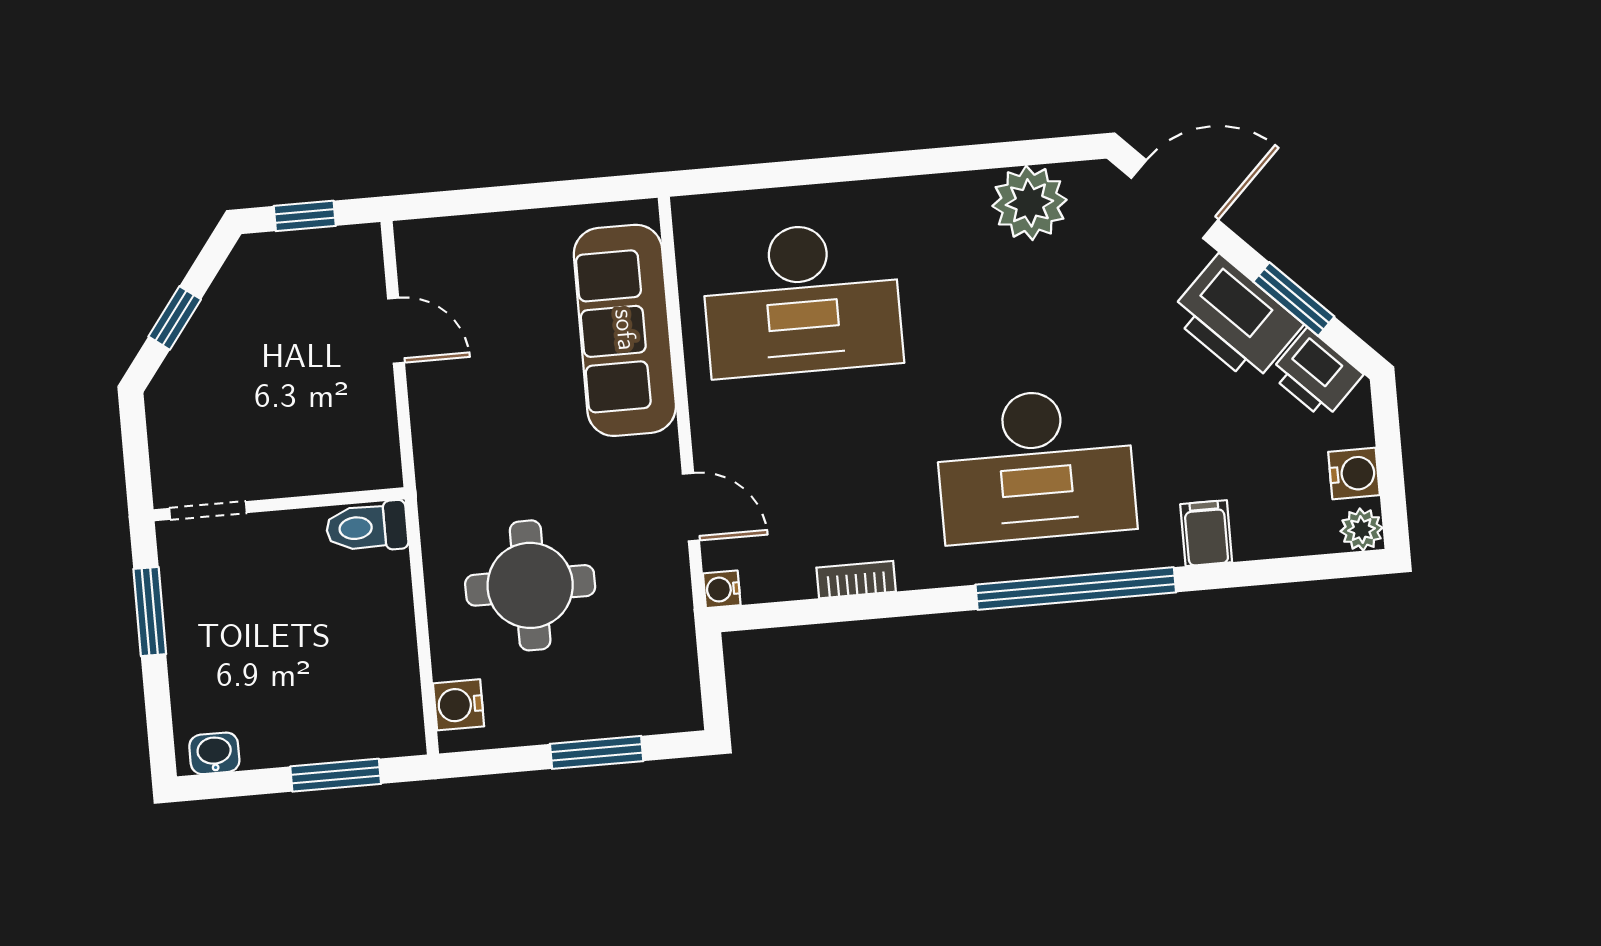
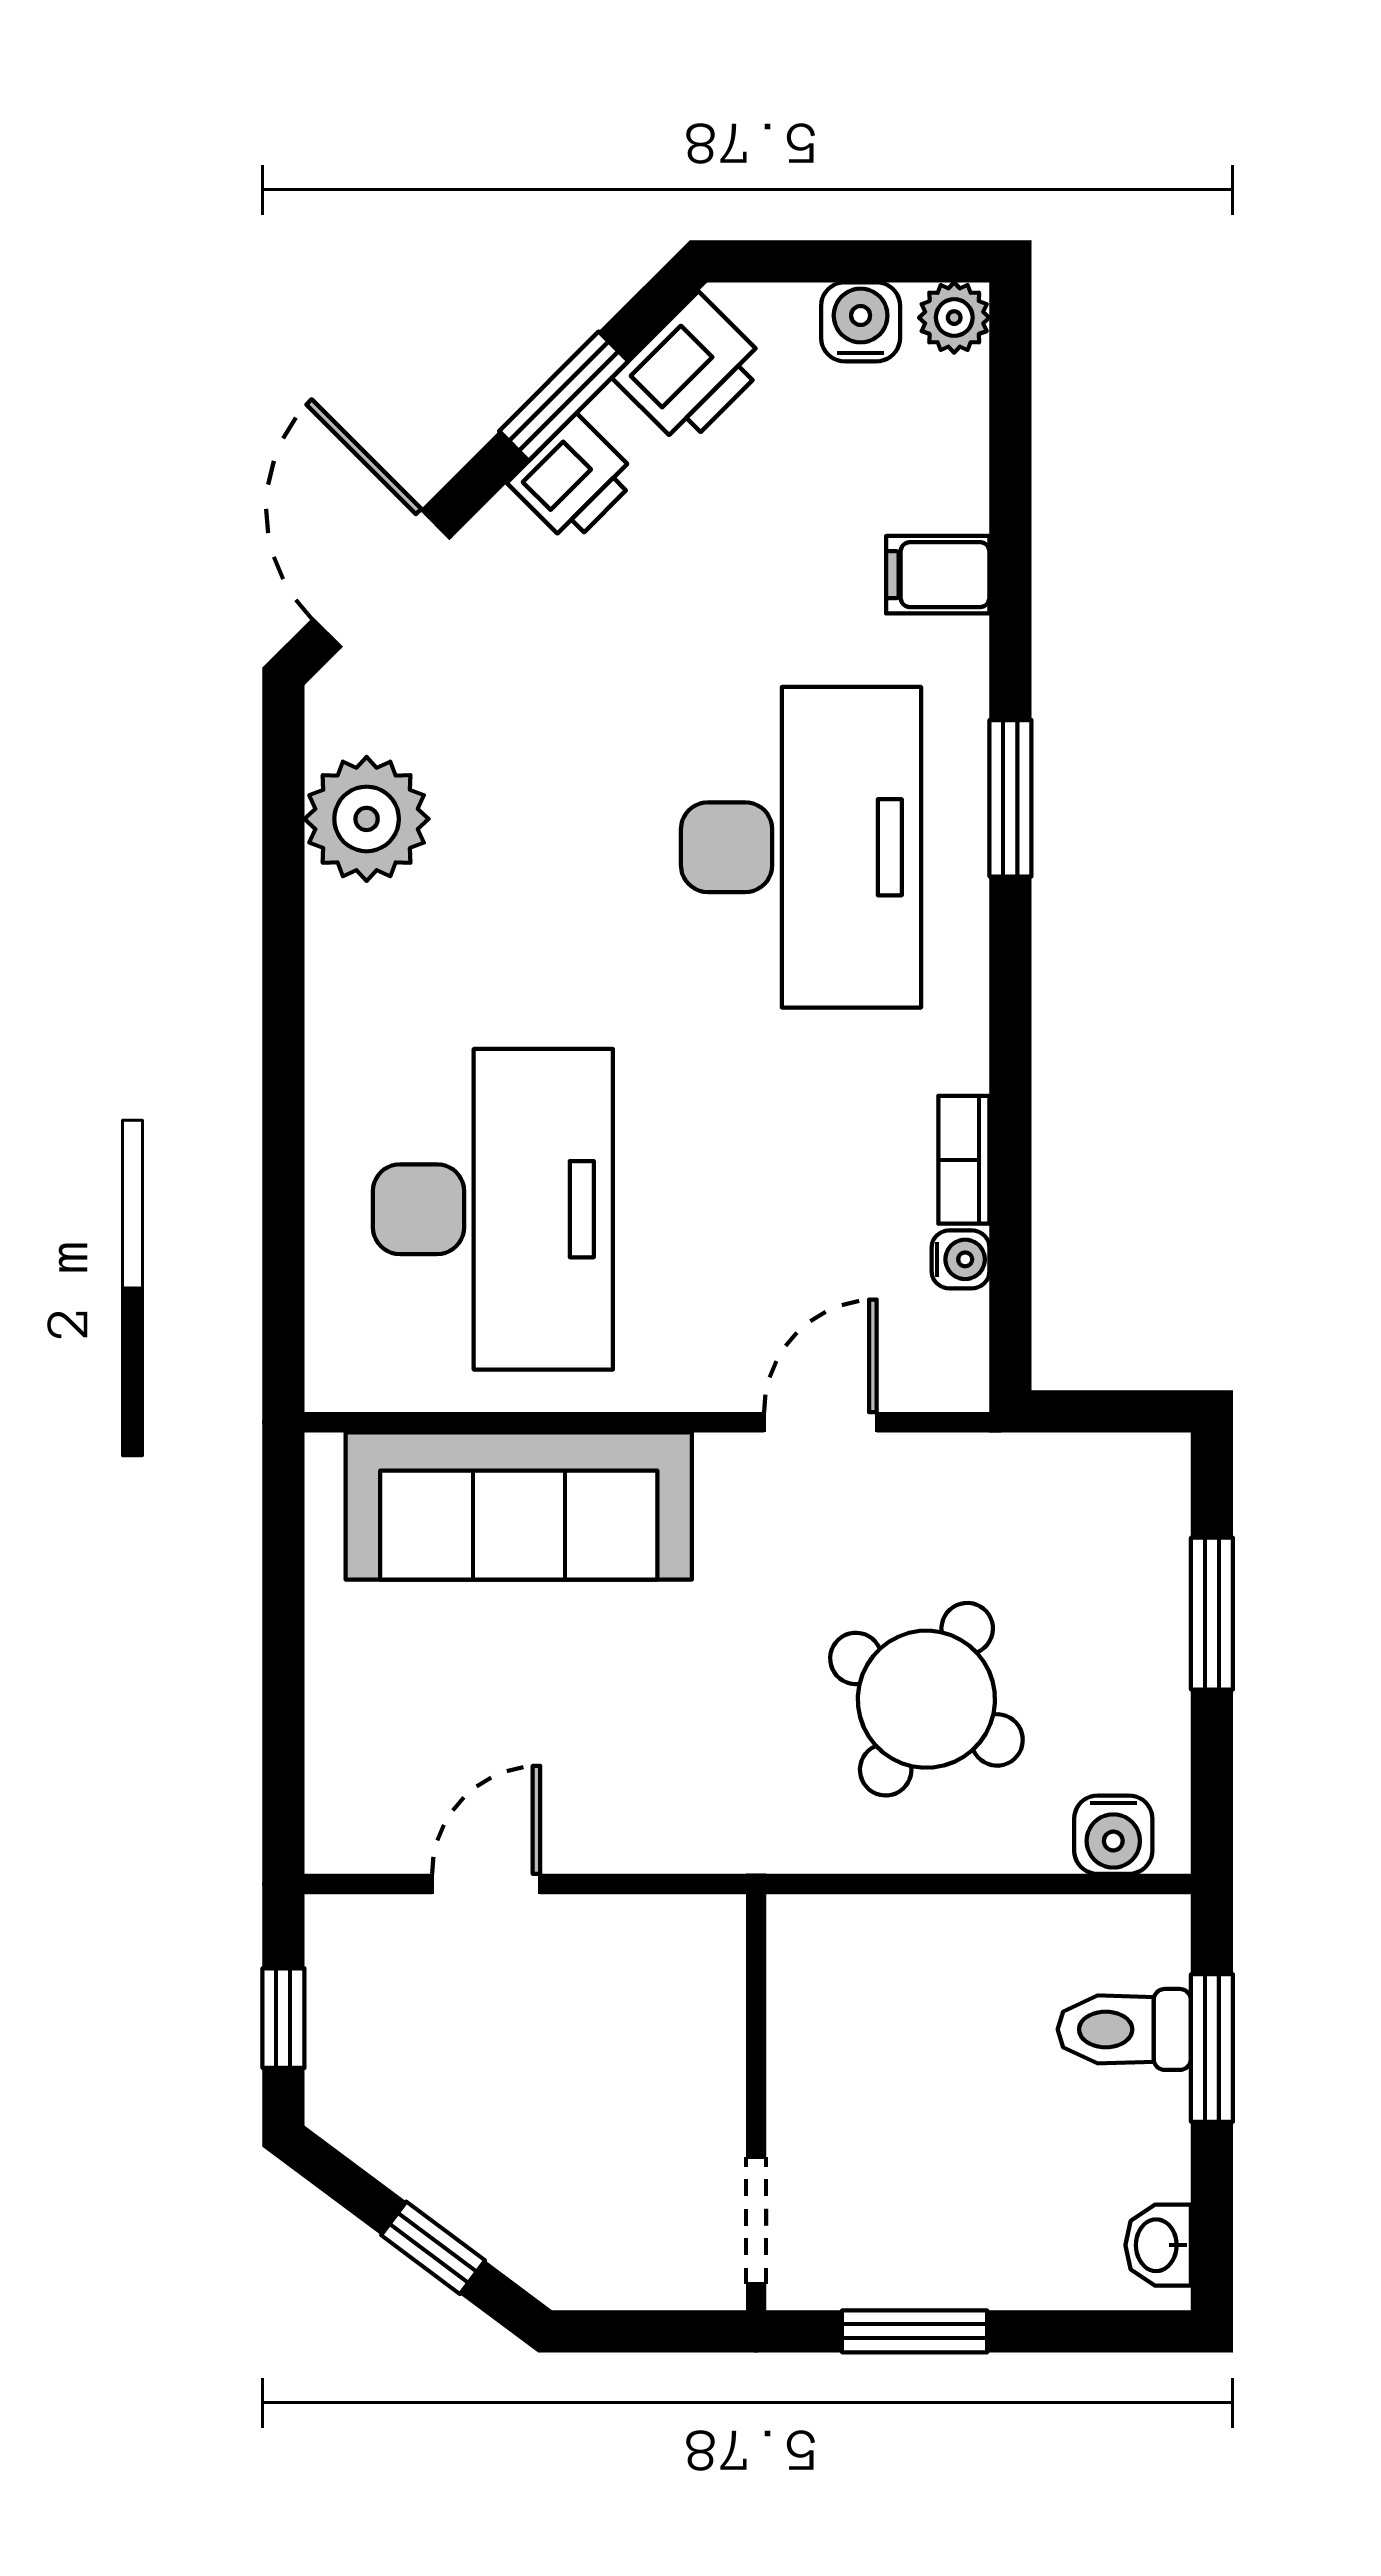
printer: (1236, 319) -> (573, 480), width x0.53, depth x0.68
toilet: (367, 527) -> (1124, 2029), moved, turned 90
round table: (530, 585) -> (926, 1699), turned 30
water cooler: (722, 589) -> (961, 1259), moved, turned -90
window: (1076, 589) -> (1010, 798), width x0.47

